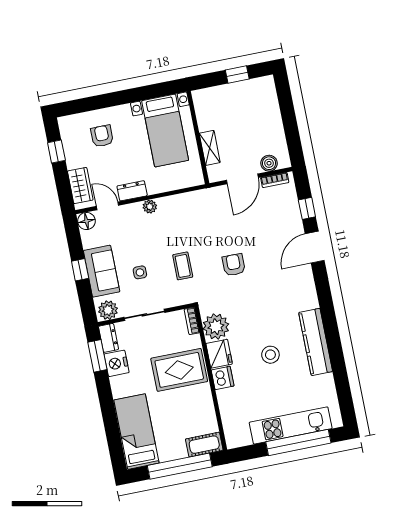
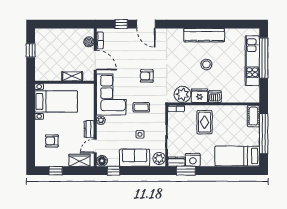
corner sofa: (193, 215) -> (111, 94), added
window: (80, 270) -> (114, 171), moved
rug: (179, 370) -> (205, 122), width x0.73, depth x0.70

